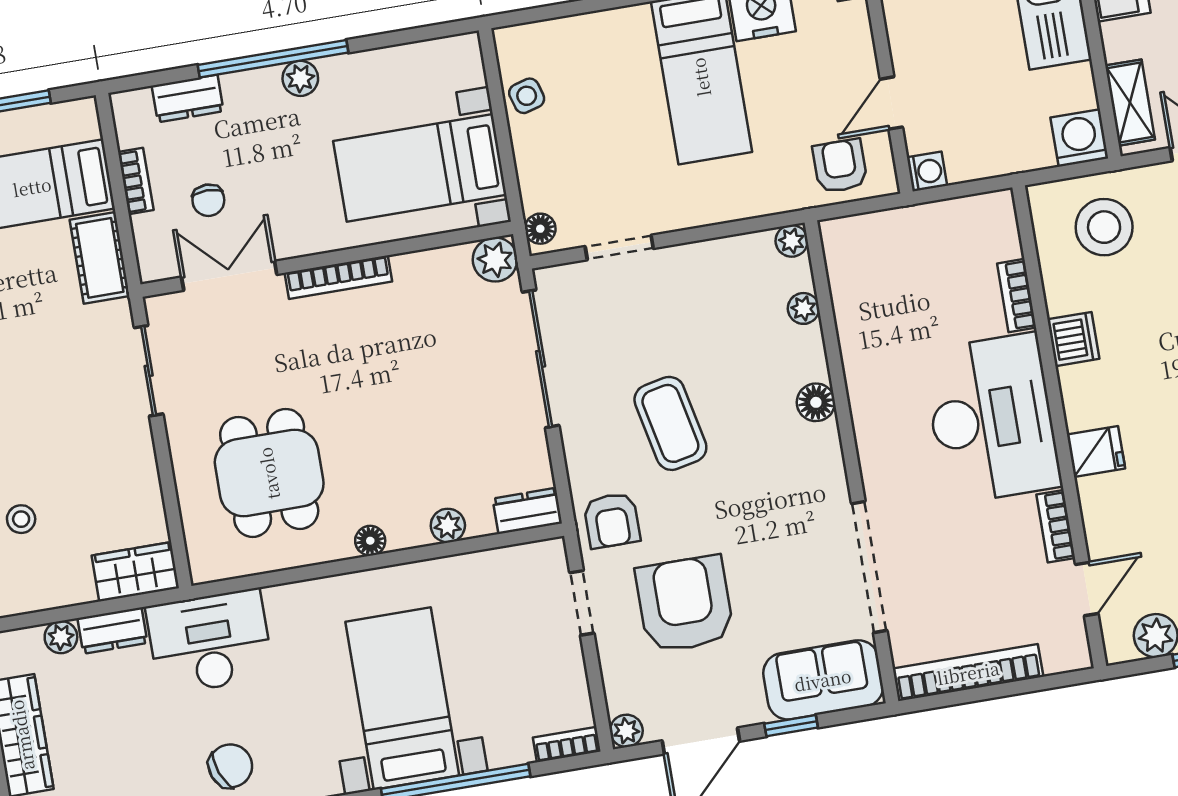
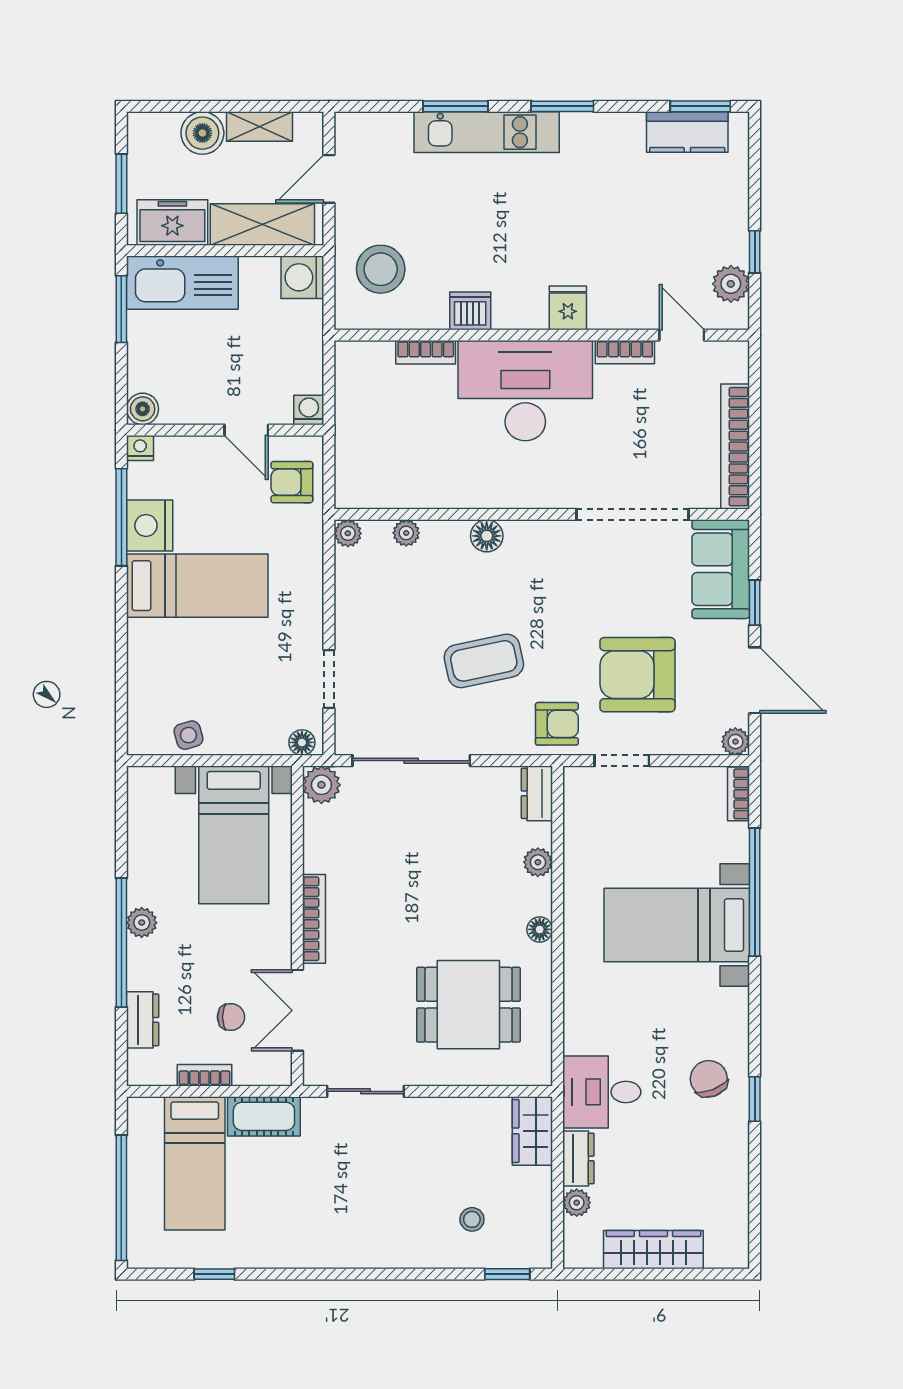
shelving: (1130, 103) -> (262, 225), width x1.50, depth x1.33
desk: (210, 642) -> (602, 1092), width x0.73

